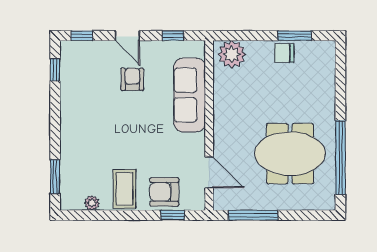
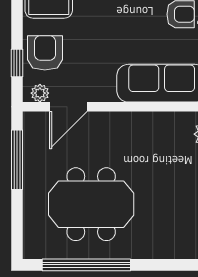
meeting table: (290, 154) -> (91, 204), turned 90
plant: (198, 196) -> (40, 93), added

